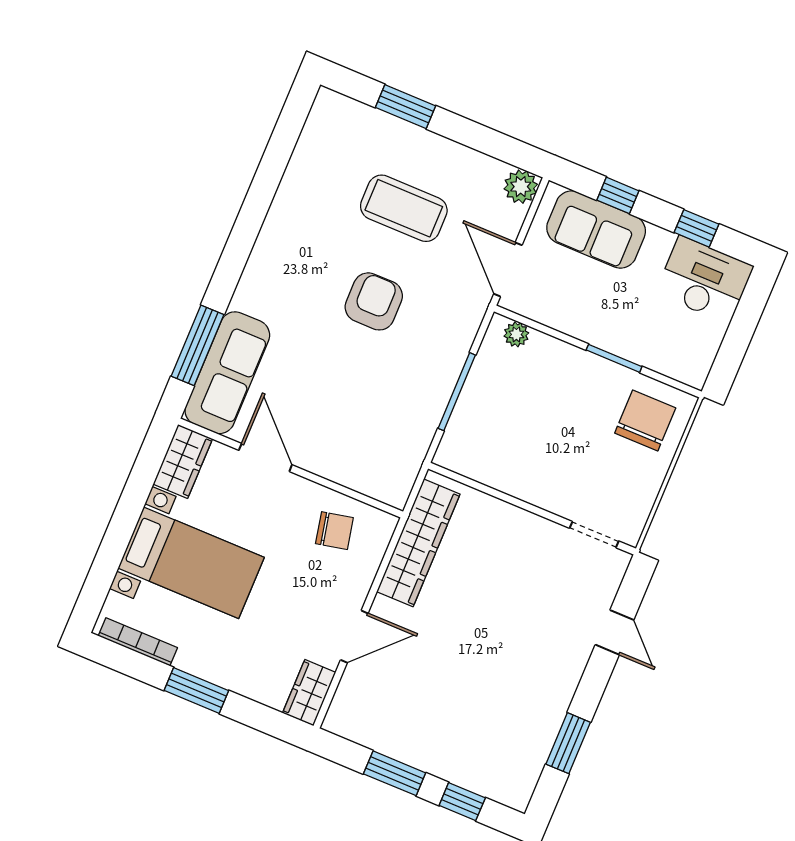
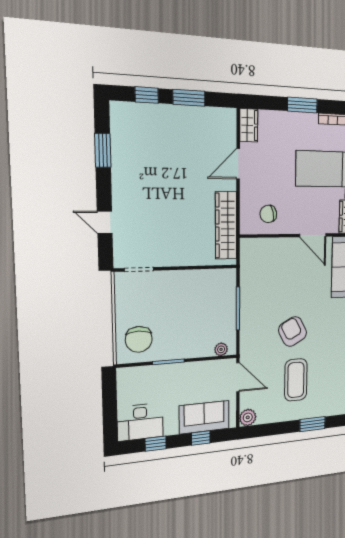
coffee table: (404, 208) -> (296, 380), turned 90
armchair: (374, 301) -> (293, 331), turned 152

